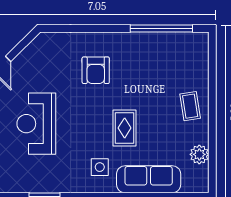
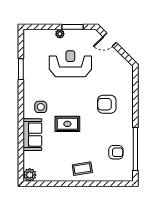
armchair: (166, 57) -> (116, 152), added
plant: (199, 154) -> (30, 175), moved
sofa: (149, 179) -> (32, 135), width x0.73

